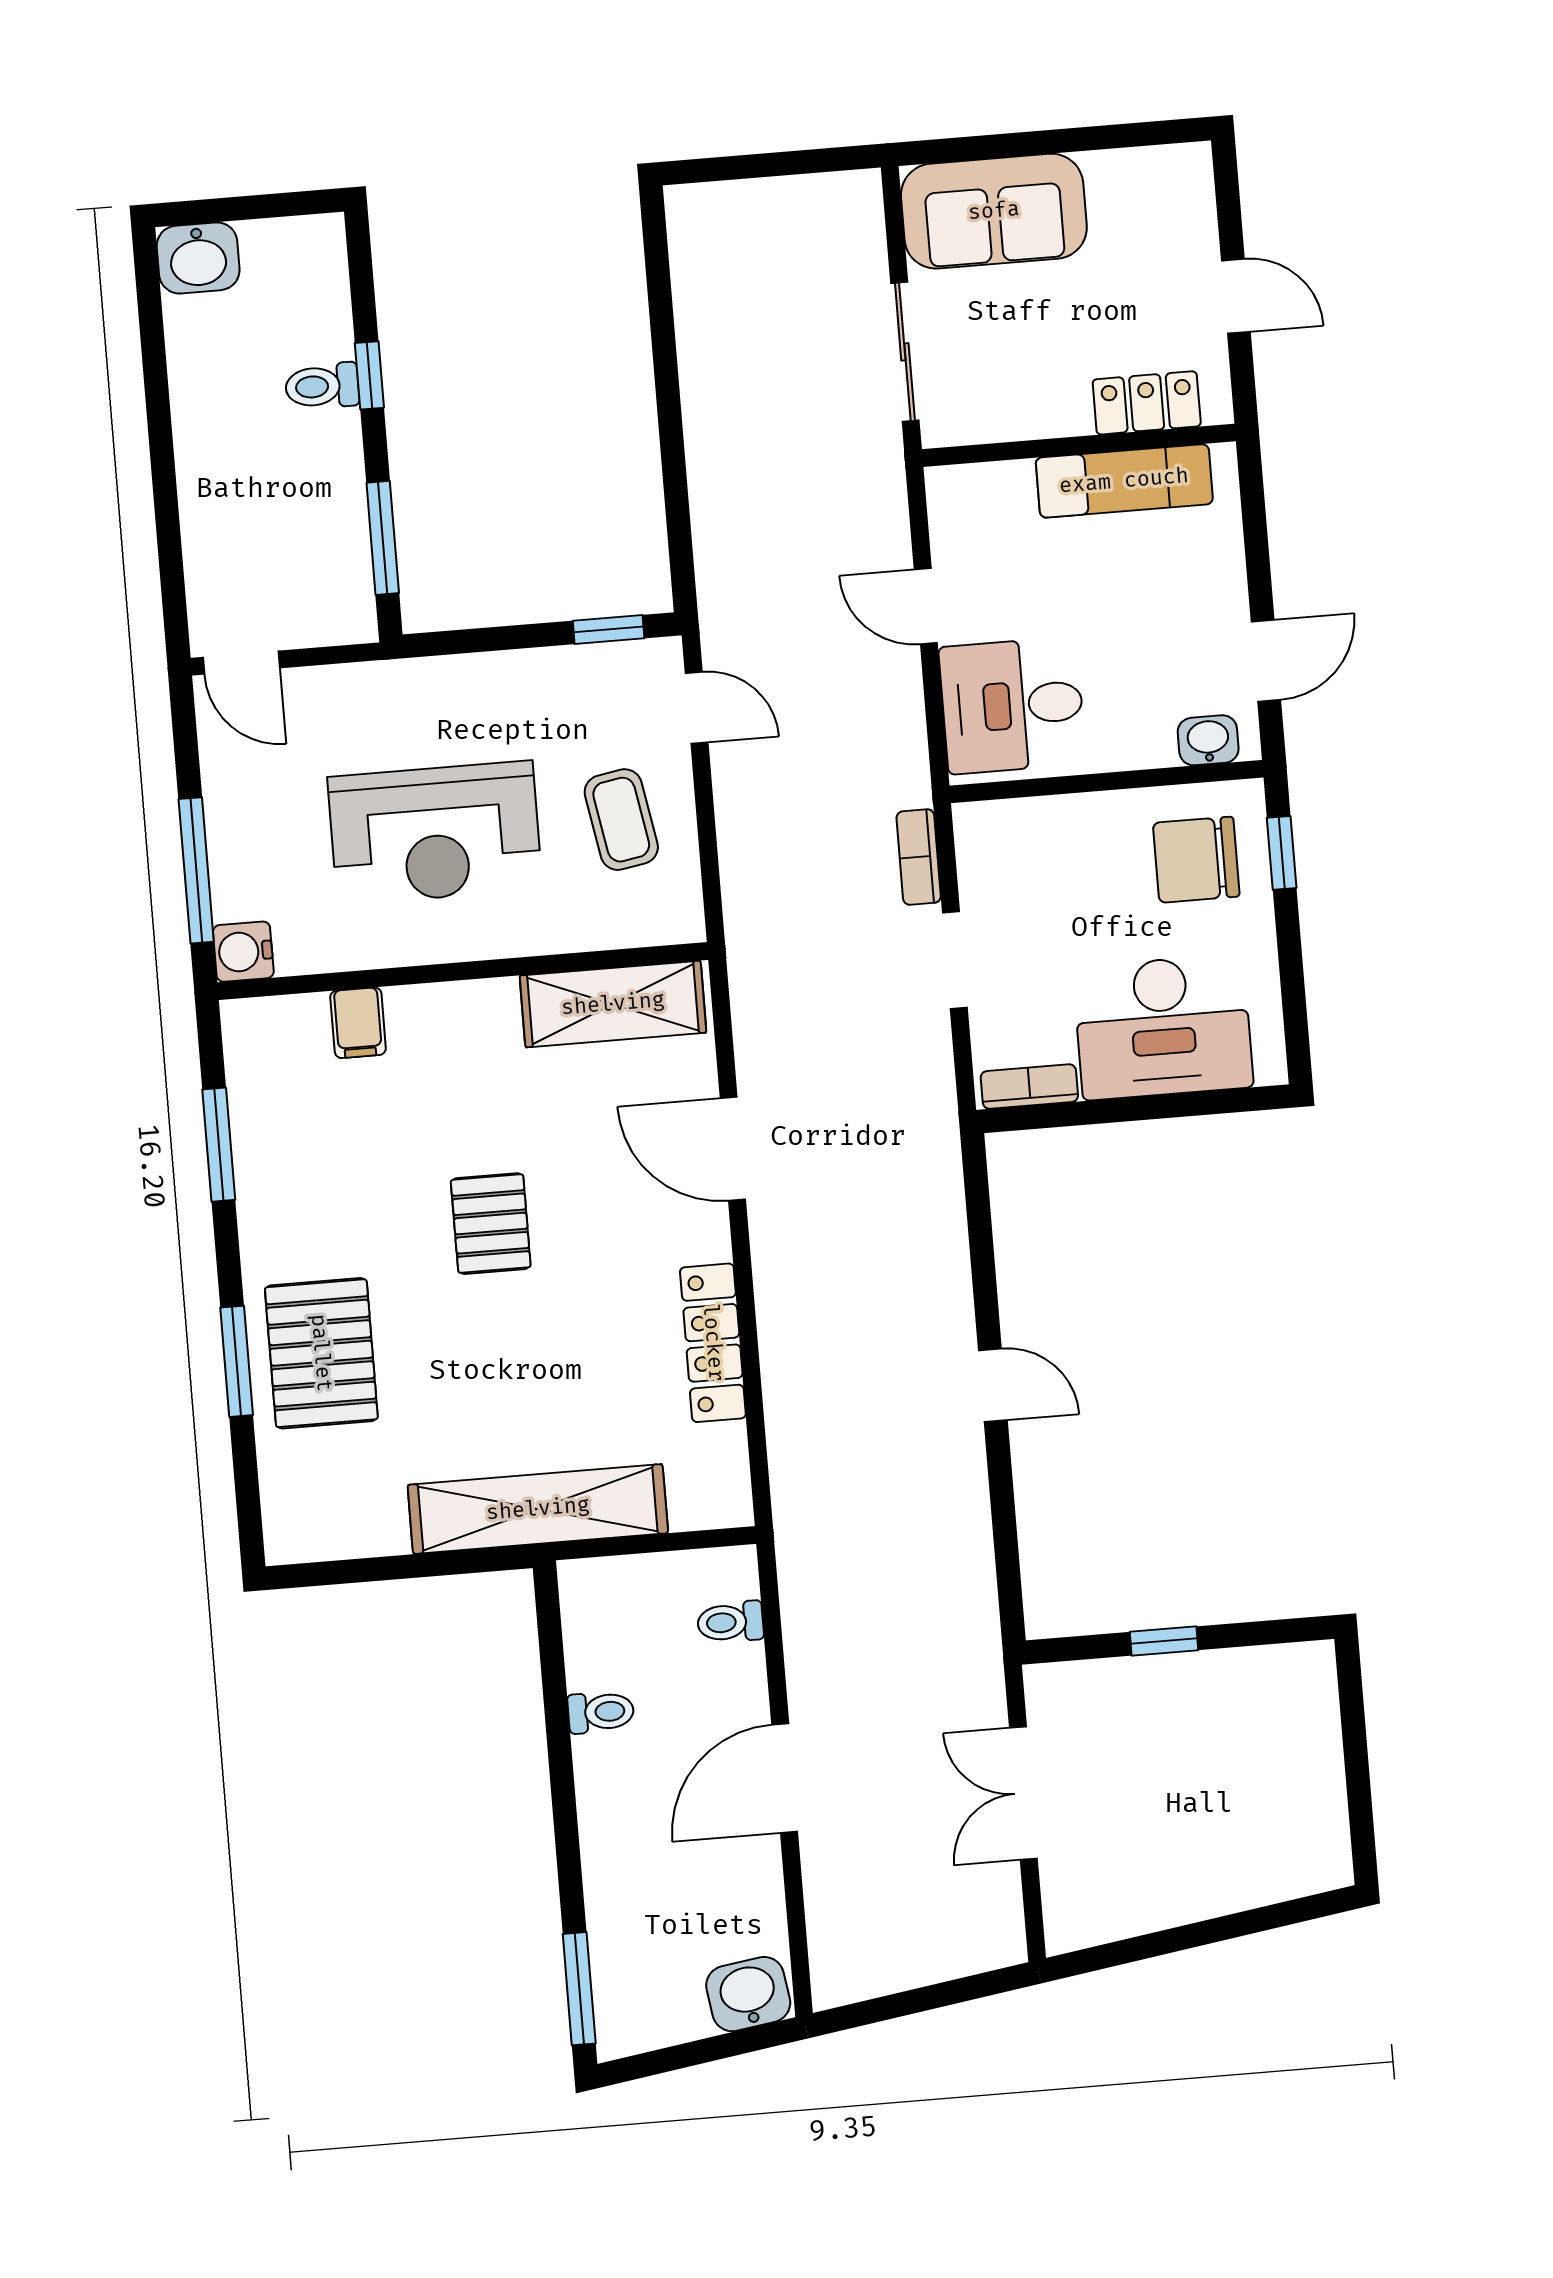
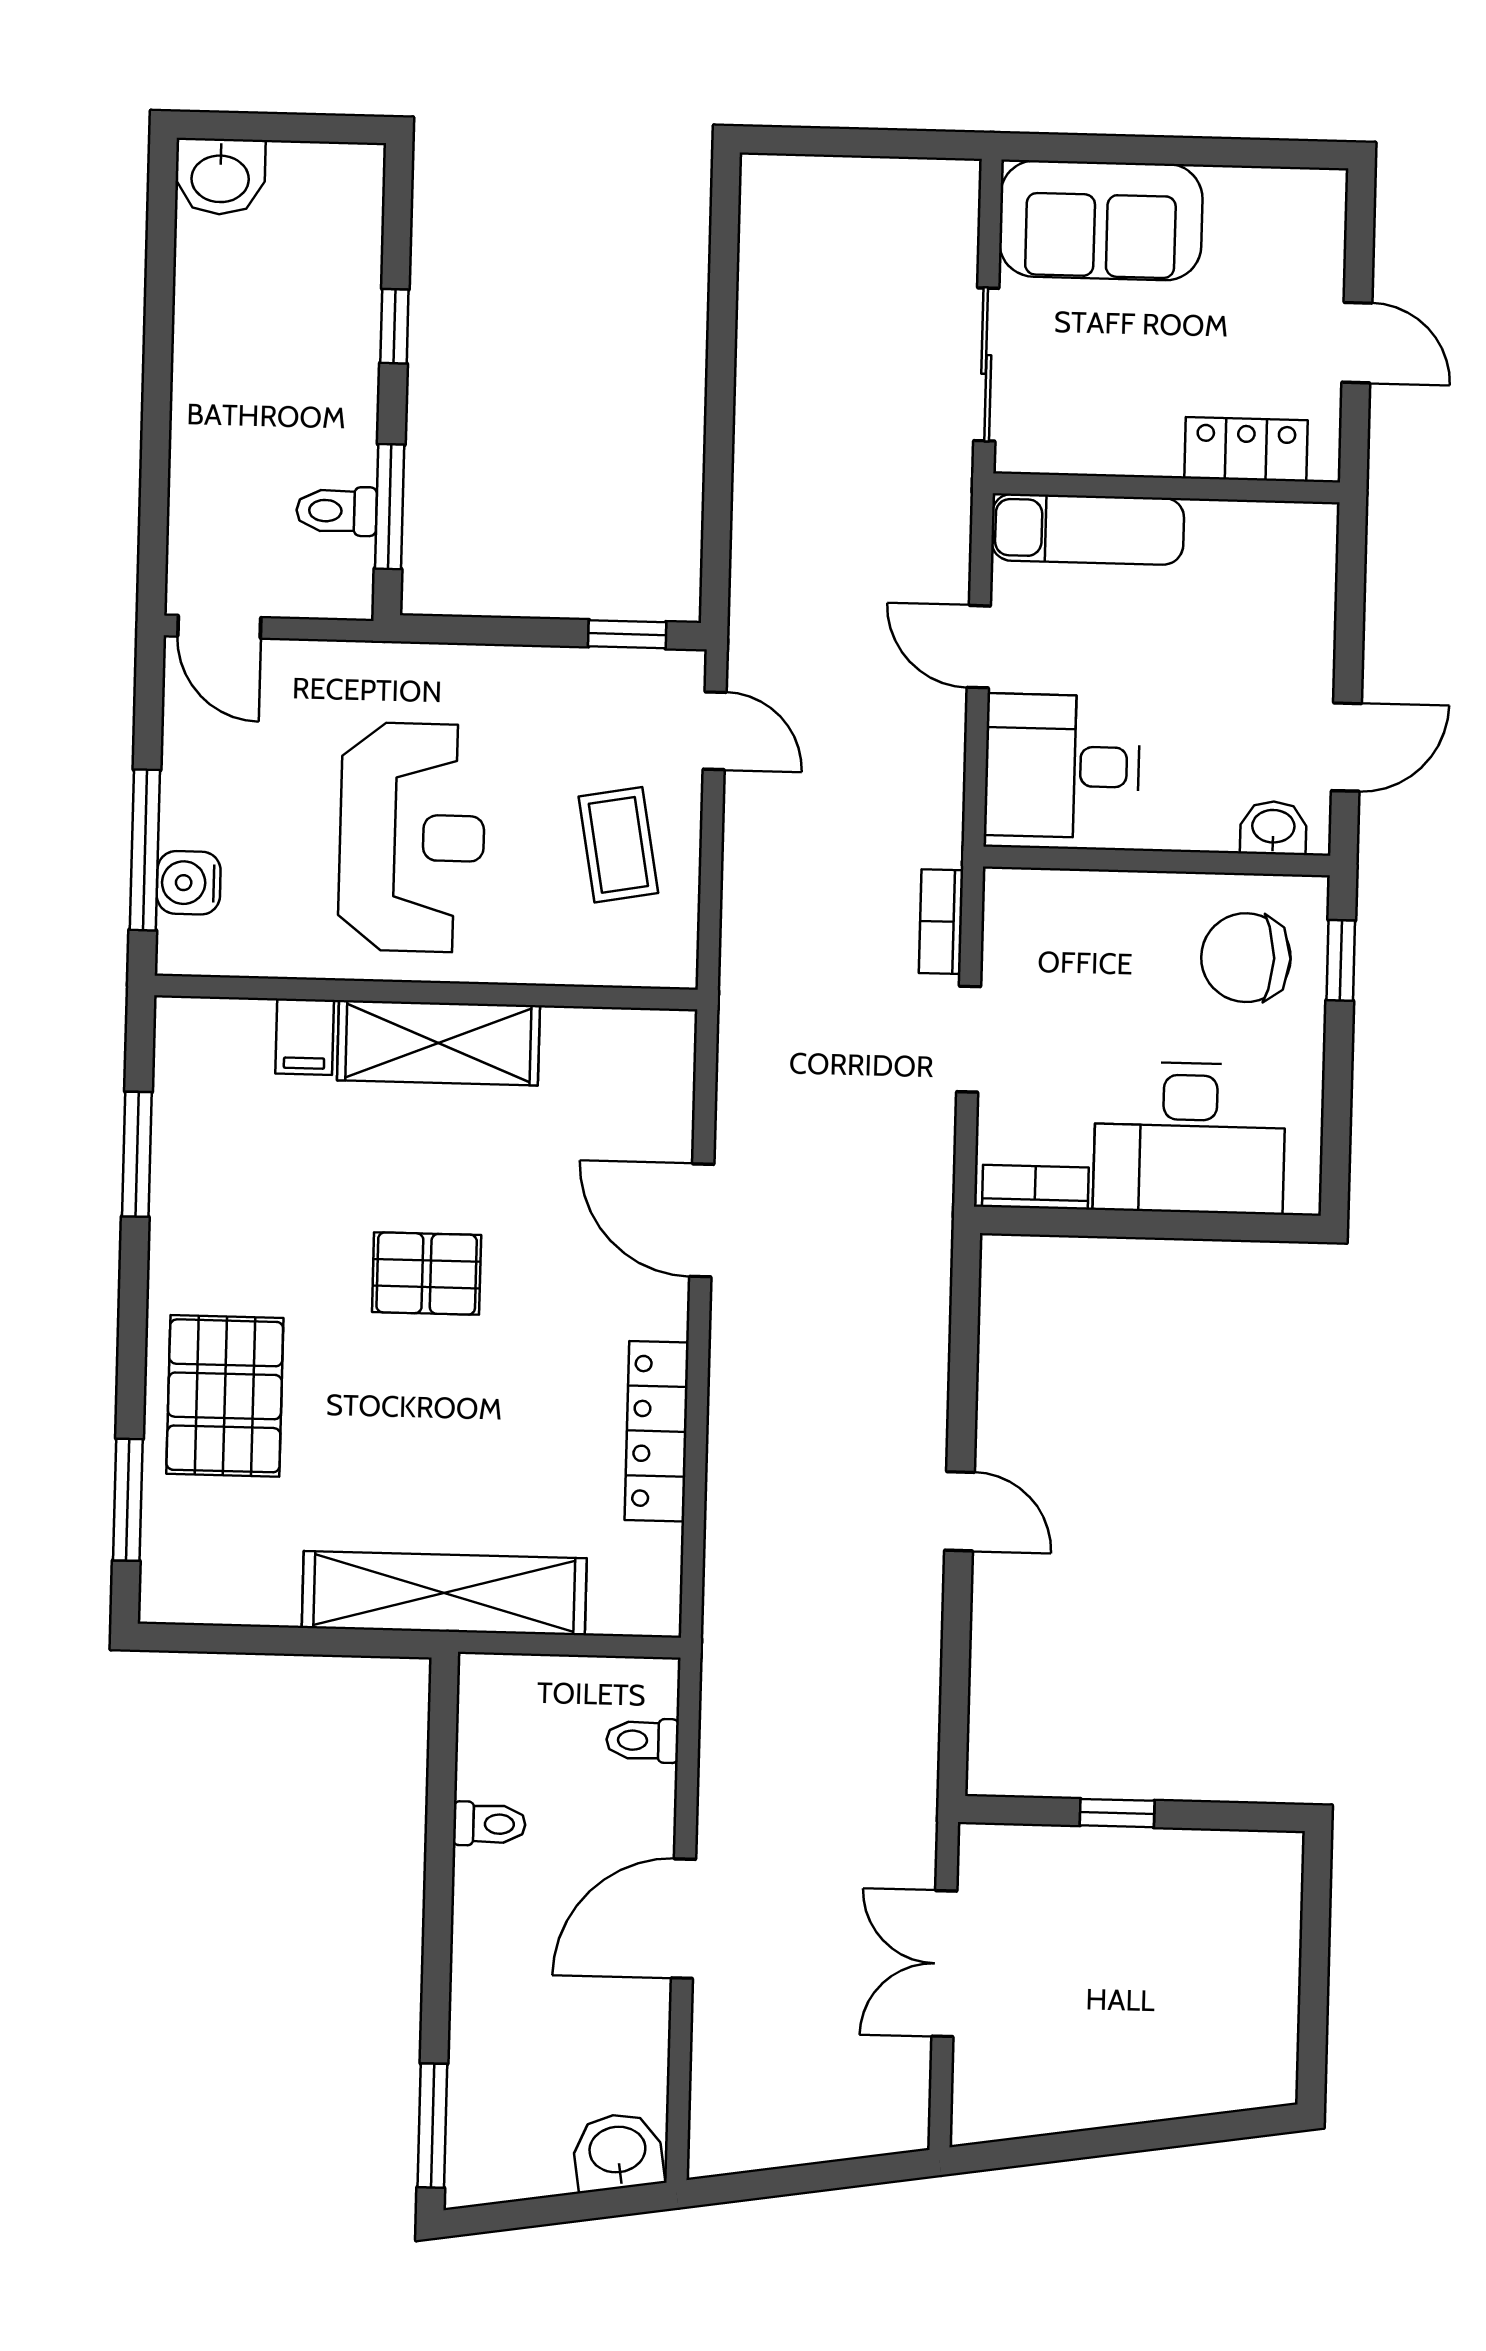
toilet: (322, 386) -> (337, 511), moved
exam couch: (1124, 481) -> (1088, 529), moved
reception desk: (435, 833) -> (412, 837), turned -90
water cooler: (243, 952) -> (189, 883), moved
shelving: (613, 1004) -> (438, 1043), moved
pallet: (491, 1224) -> (427, 1274), turned 90
window: (237, 1361) -> (128, 1500), moved

